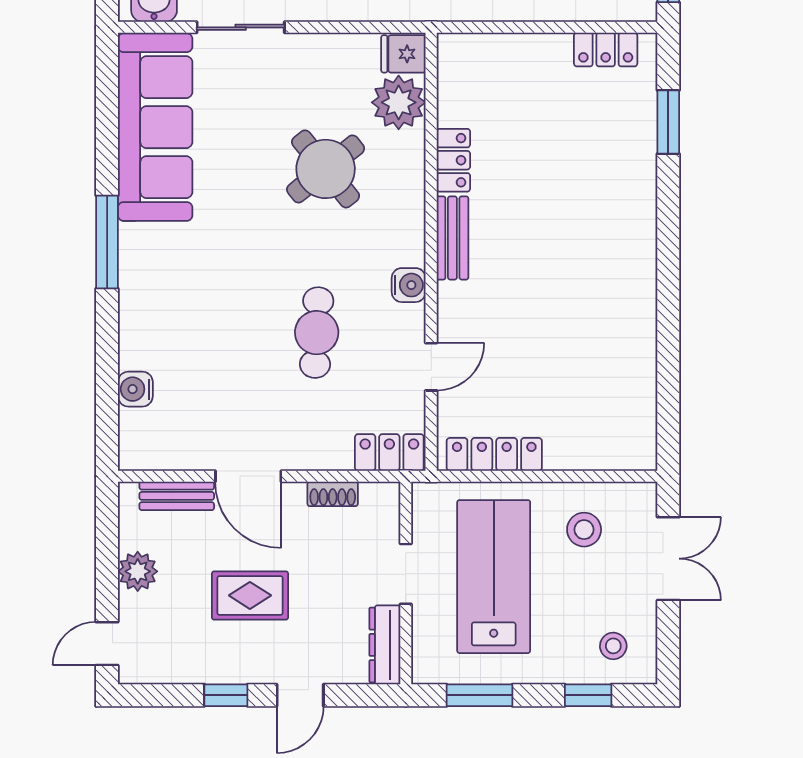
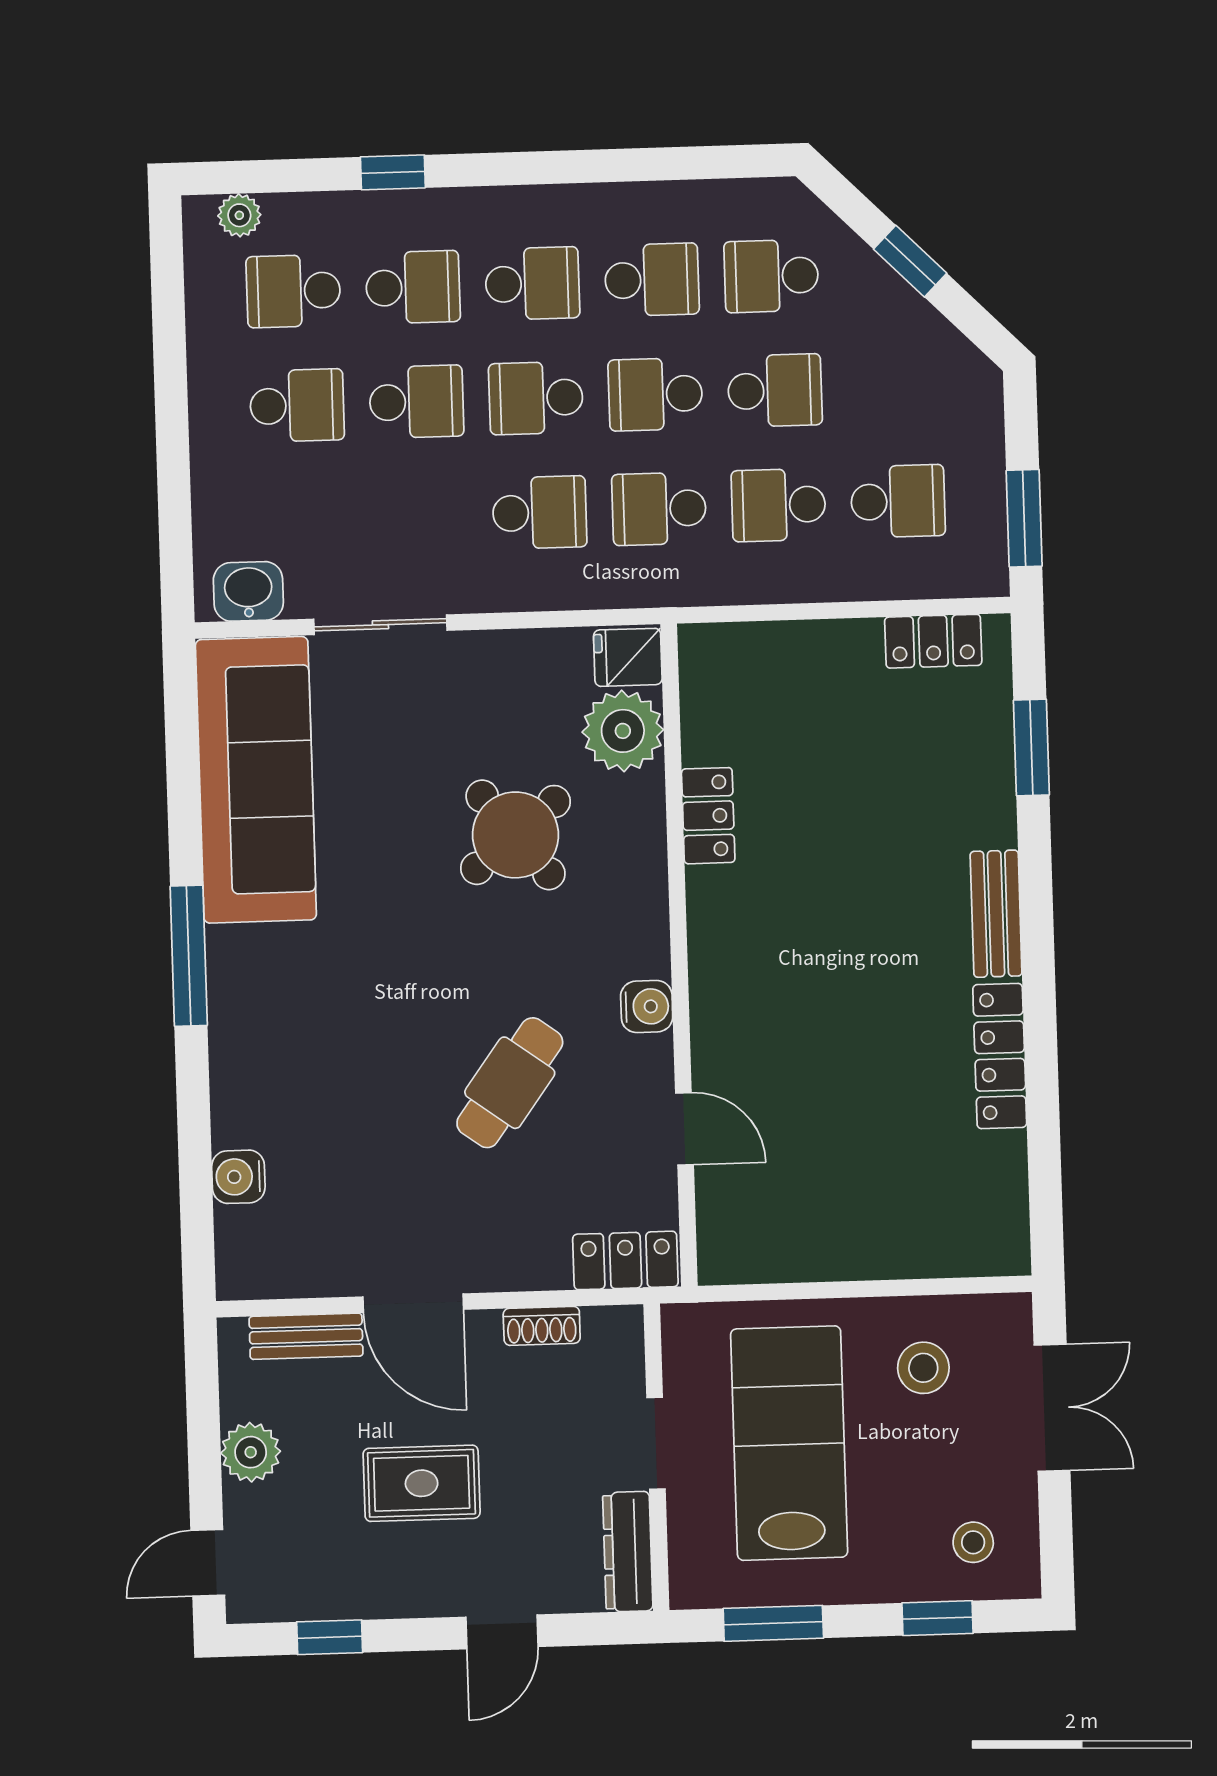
bench: (452, 238) -> (996, 914), moved
cafe table: (317, 333) -> (510, 1083), turned 33
door: (431, 367) -> (684, 1129), hinge flipped
locker: (494, 454) -> (1000, 1056), moved, turned -90
window: (226, 695) -> (330, 1637), moved

